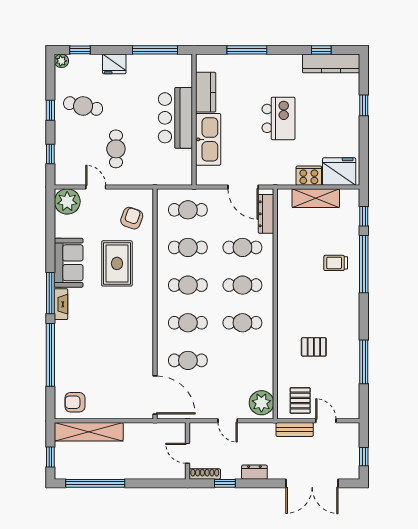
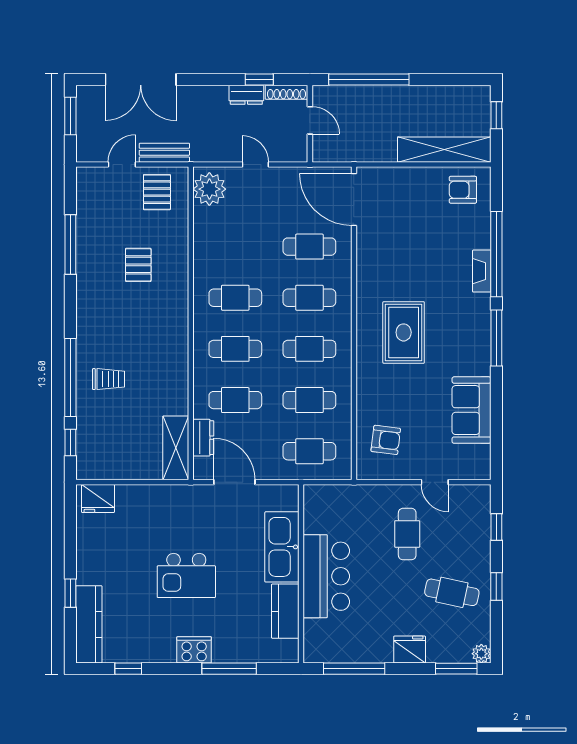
window: (80, 50) -> (456, 669), width x1.50
kitchen counter: (331, 63) -> (89, 624), moved, turned 90
kitchen island: (278, 118) -> (186, 575), turned -90
fridge: (339, 172) -> (98, 498), width x0.73, depth x0.75
cooker: (309, 176) -> (194, 650), moved, turned 180
shelving: (316, 198) -> (176, 448), moved, turned 90
plant: (67, 201) -> (473, 463), removed
dresser: (266, 214) -> (203, 438), width x0.70
armchair: (132, 218) -> (386, 440), turned -103
sofa: (69, 263) -> (471, 410), moved
rug: (117, 263) -> (404, 332), moved
fireplace: (61, 304) -> (482, 271), moved
pallet: (314, 347) -> (138, 265), turned 90
armchair: (75, 402) -> (463, 190), turned 180
door: (326, 421) -> (122, 164), swing flipped
window: (364, 457) -> (70, 116), width x1.50
dresser: (254, 472) -> (246, 95), moved
window: (95, 483) -> (369, 80), moved
double door: (312, 483) -> (141, 80), swing flipped

